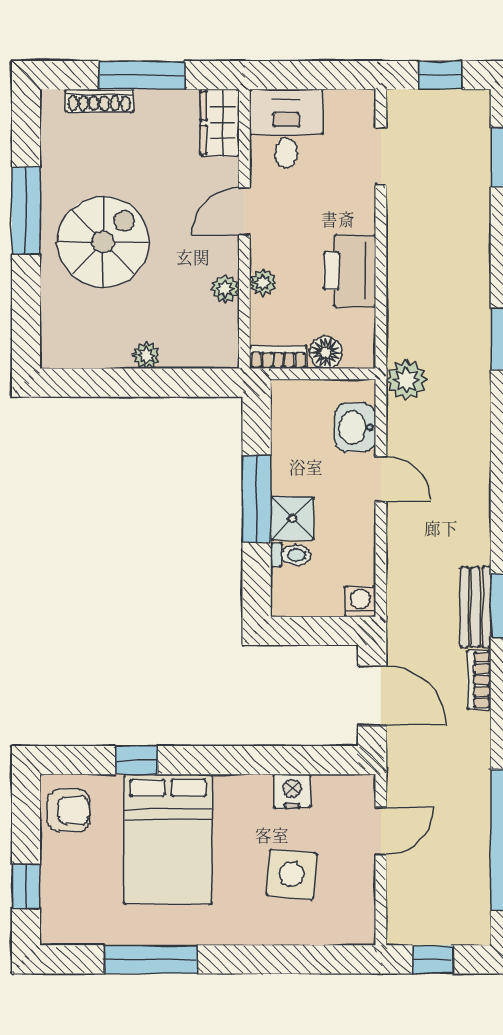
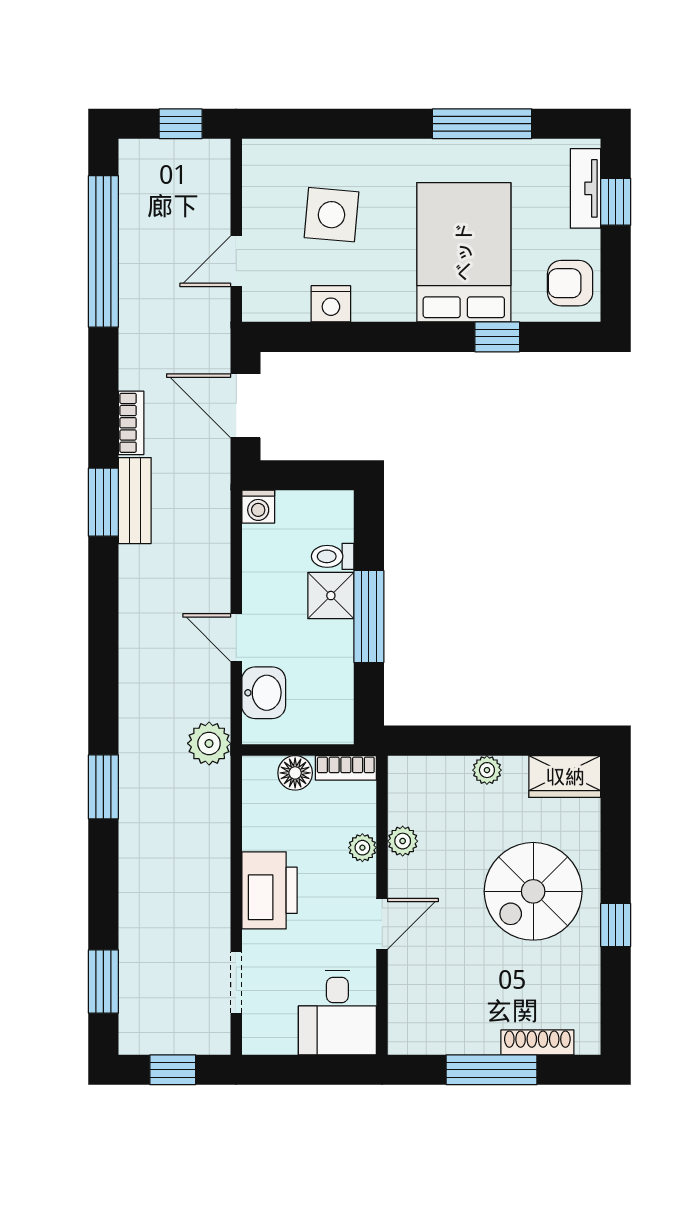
wardrobe: (220, 123) -> (565, 777), moved, turned 90
window: (26, 210) -> (616, 925), width x0.46
printer: (350, 271) -> (269, 890), moved
tv unit: (54, 899) -> (586, 188), added

